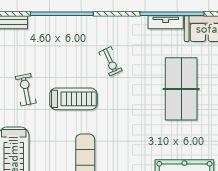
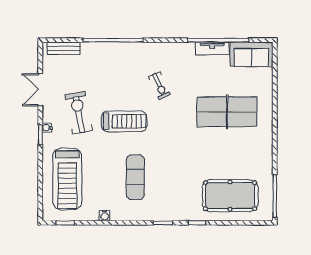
table tennis table: (181, 89) -> (227, 112), turned 90
exercise bike: (26, 90) -> (79, 113), width x1.38, depth x1.39

